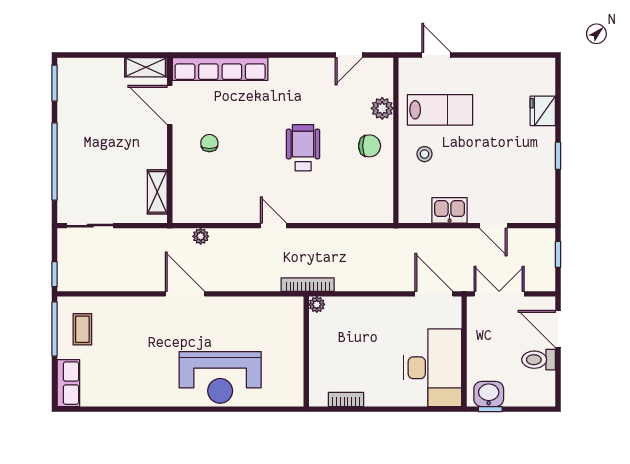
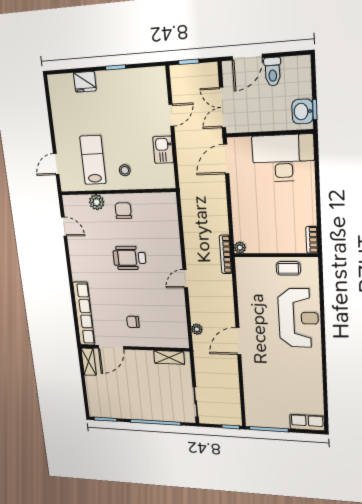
coffee table: (82, 329) -> (288, 268), moved
bookcase: (346, 400) -> (312, 240), moved

